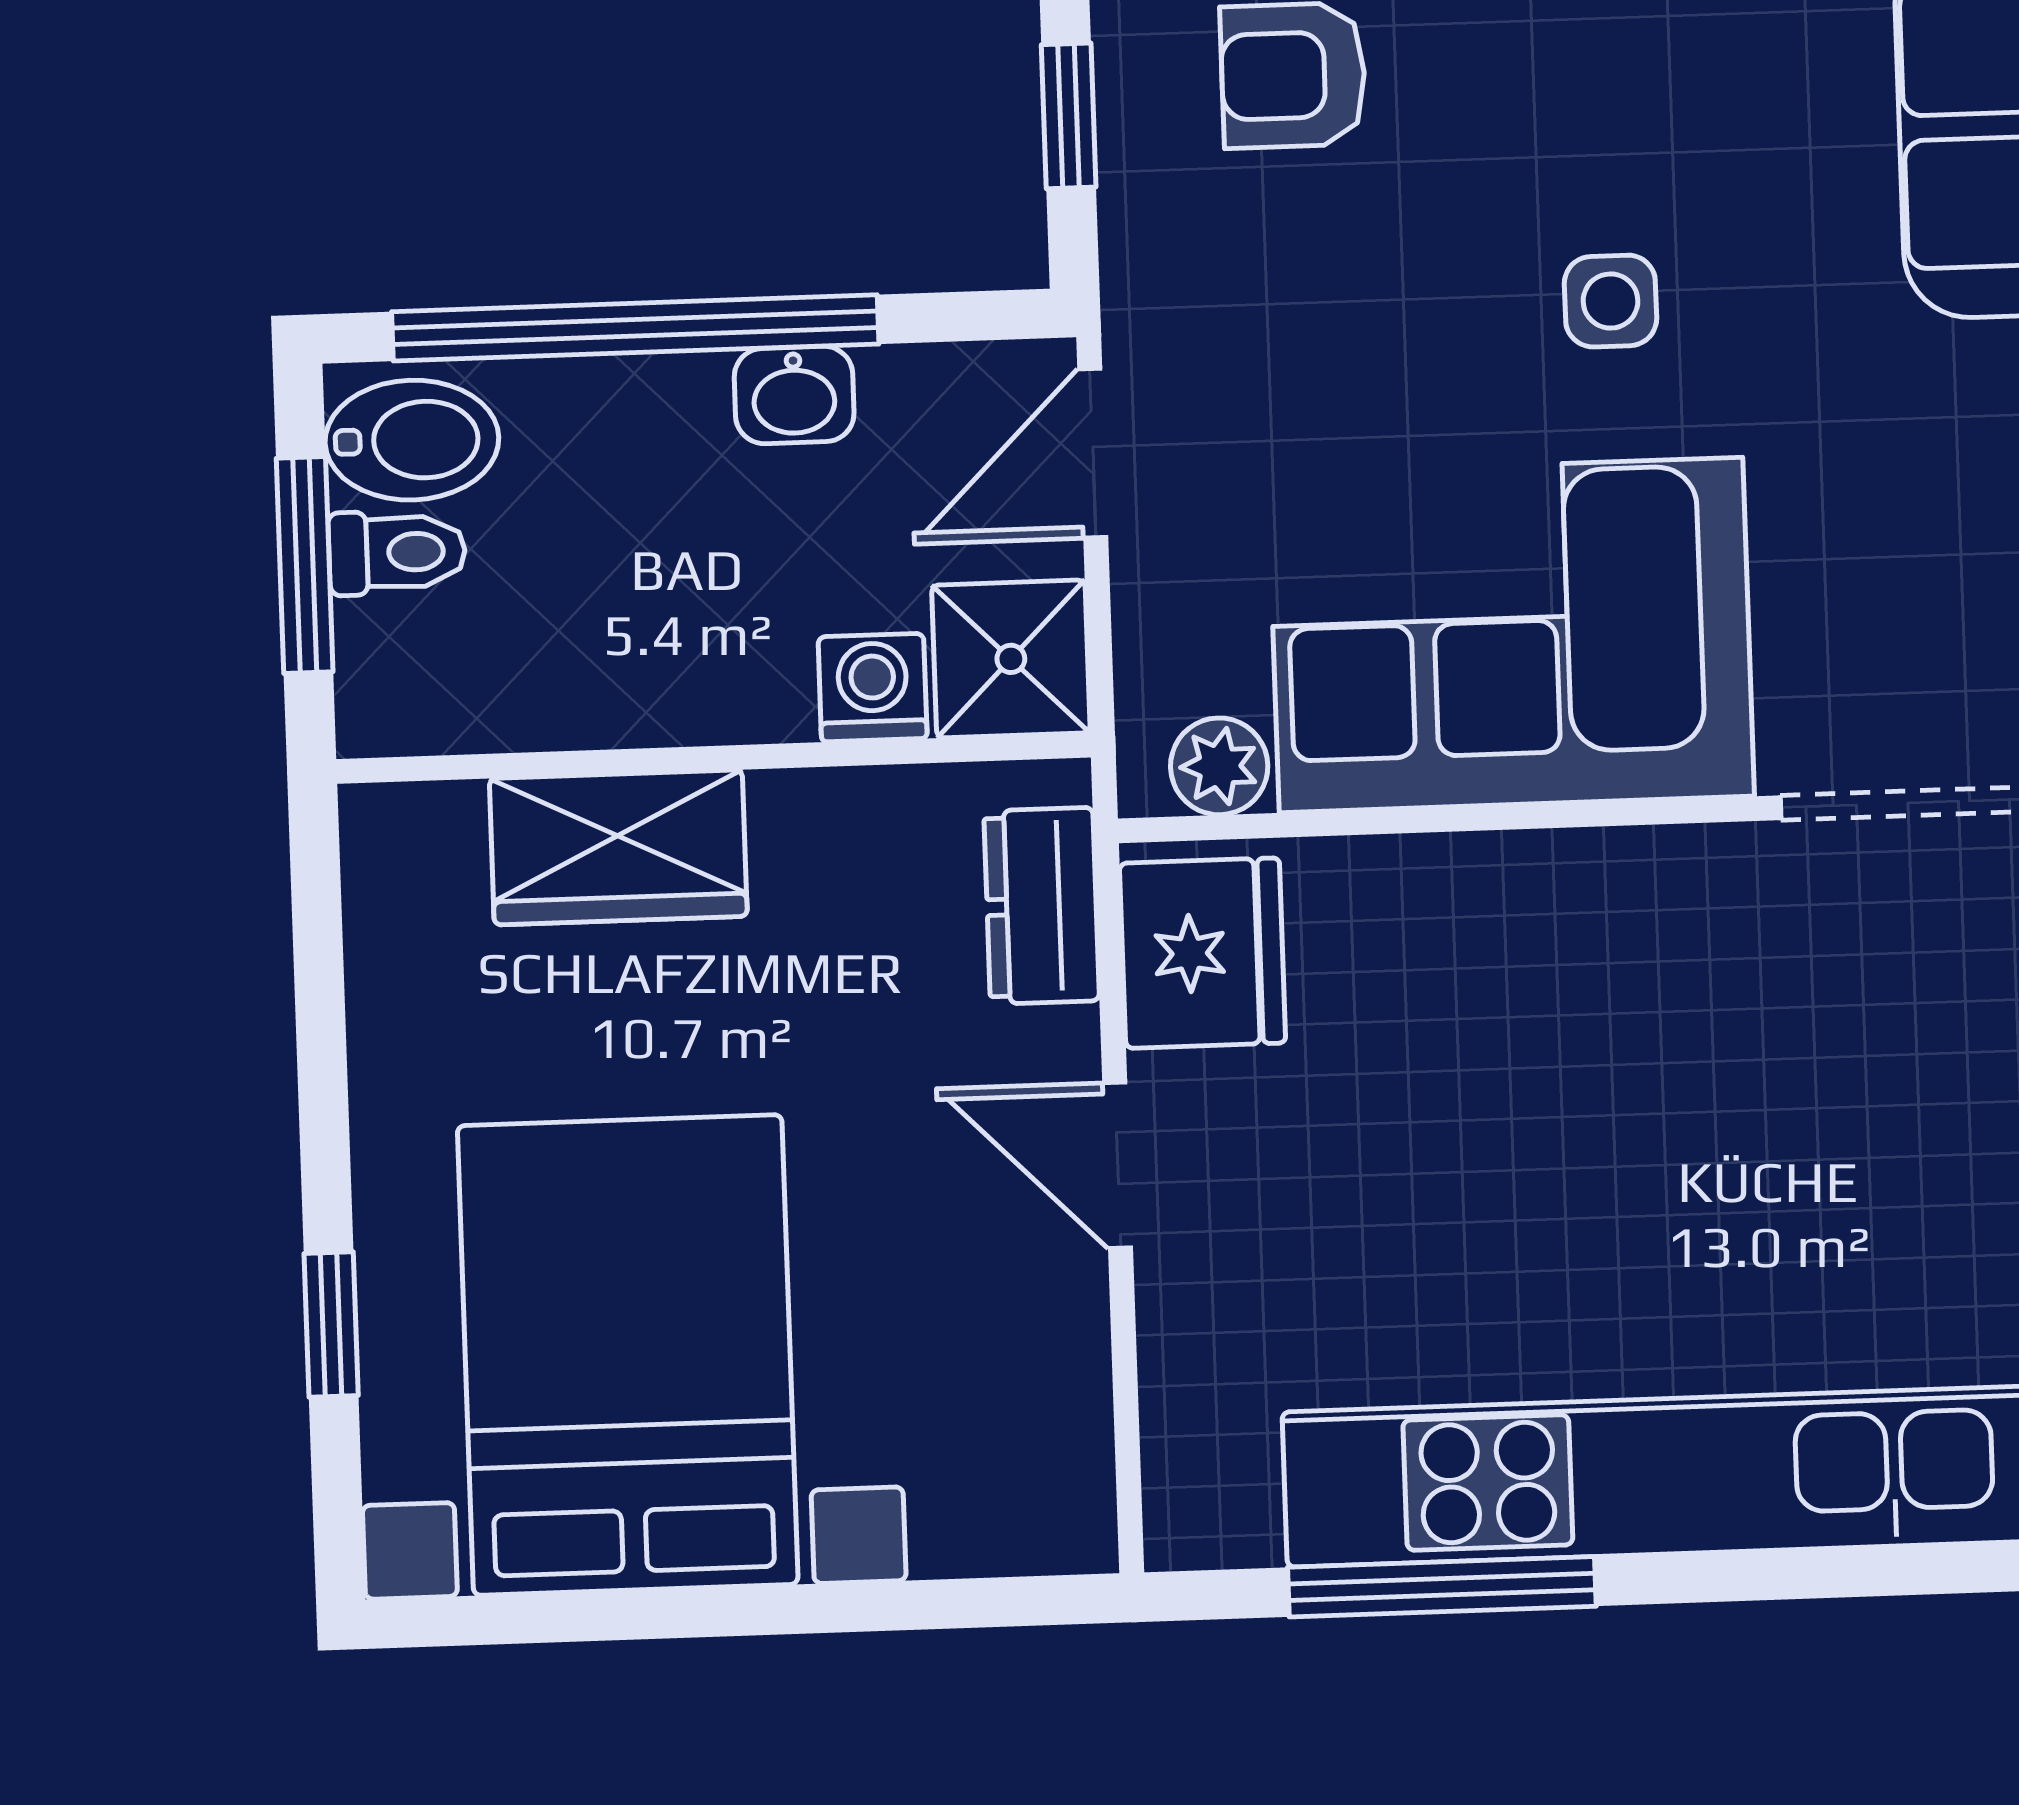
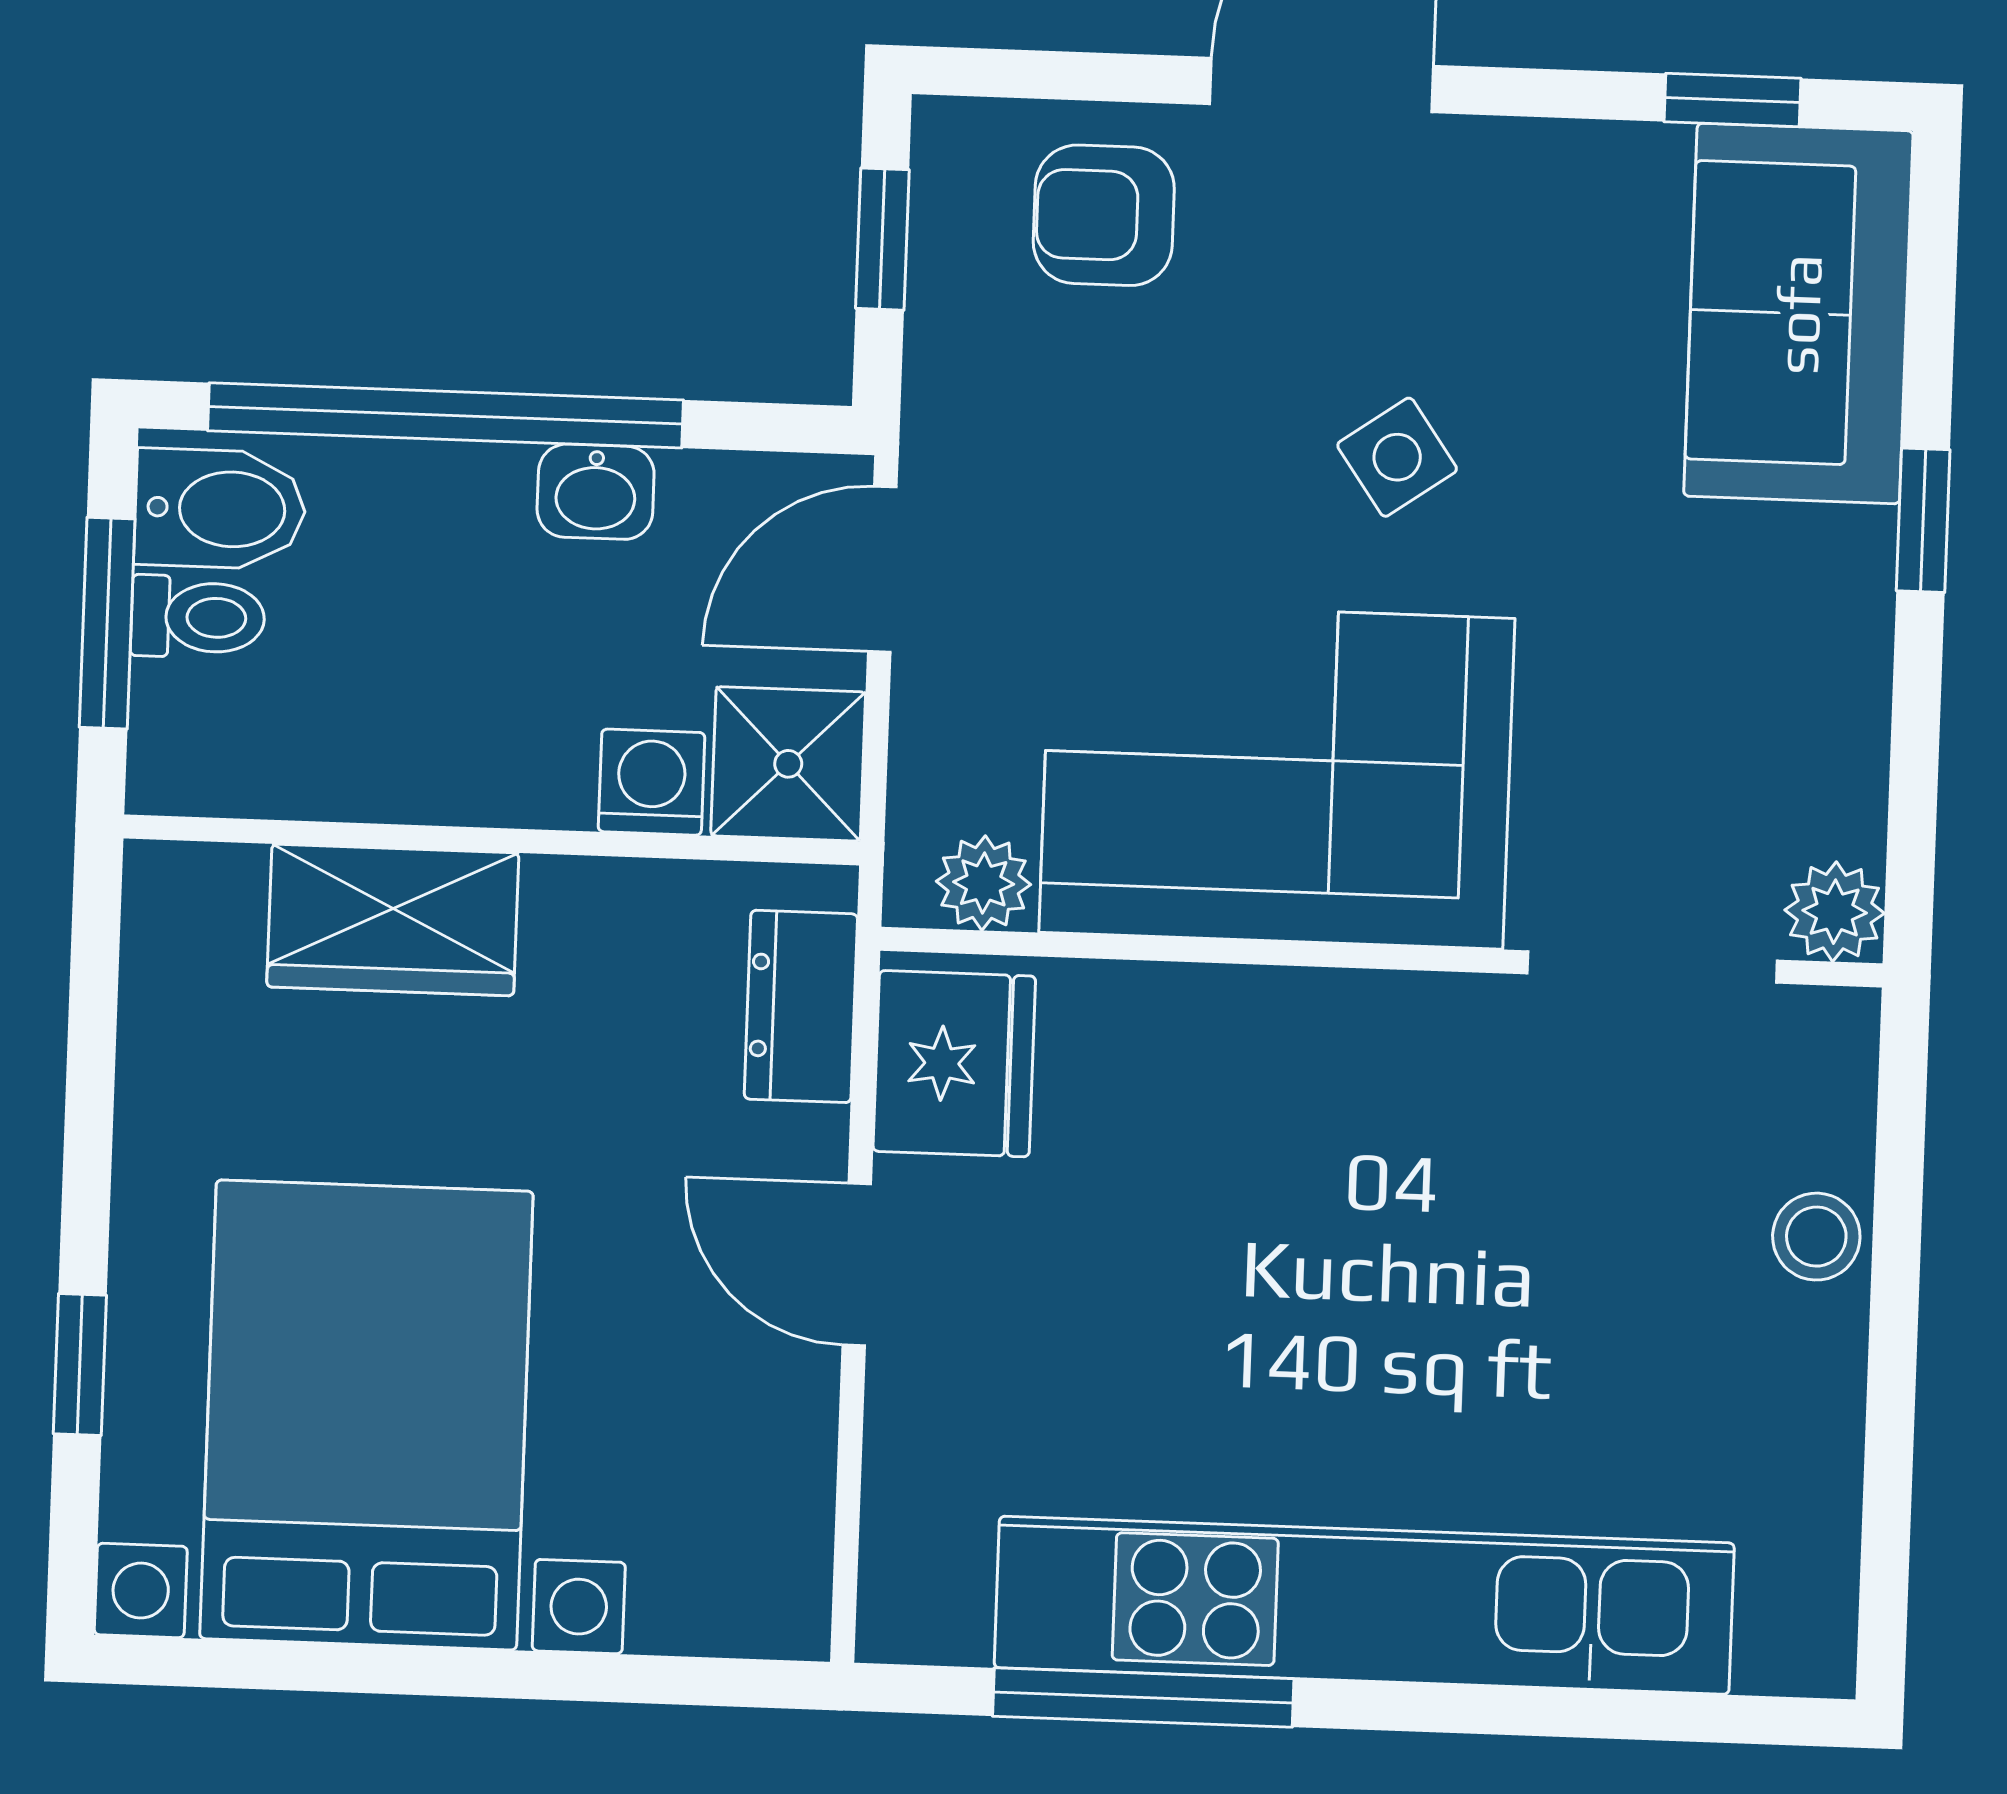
side table: (1611, 301) -> (1397, 457), turned -35

